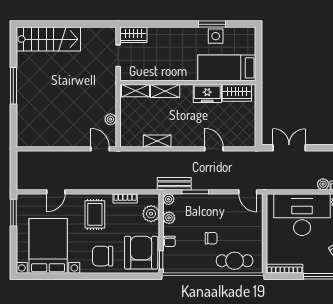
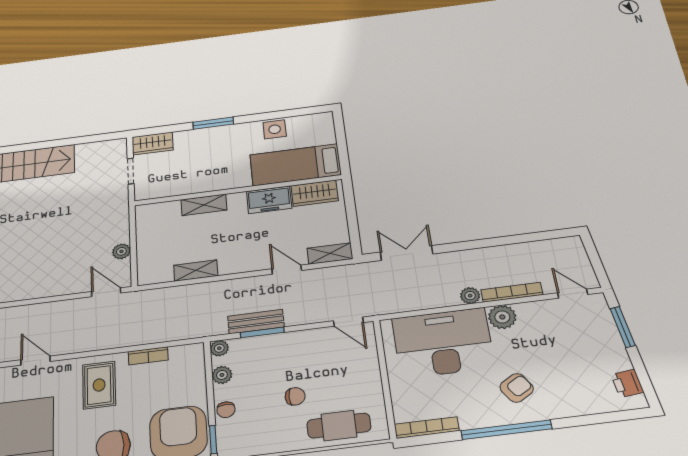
window: (212, 24) -> (213, 123), moved
shelving: (136, 91) -> (330, 253), moved
bench: (174, 184) -> (256, 322), moved
door: (56, 192) -> (35, 361), swing flipped
plant: (151, 214) -> (192, 373), removed

